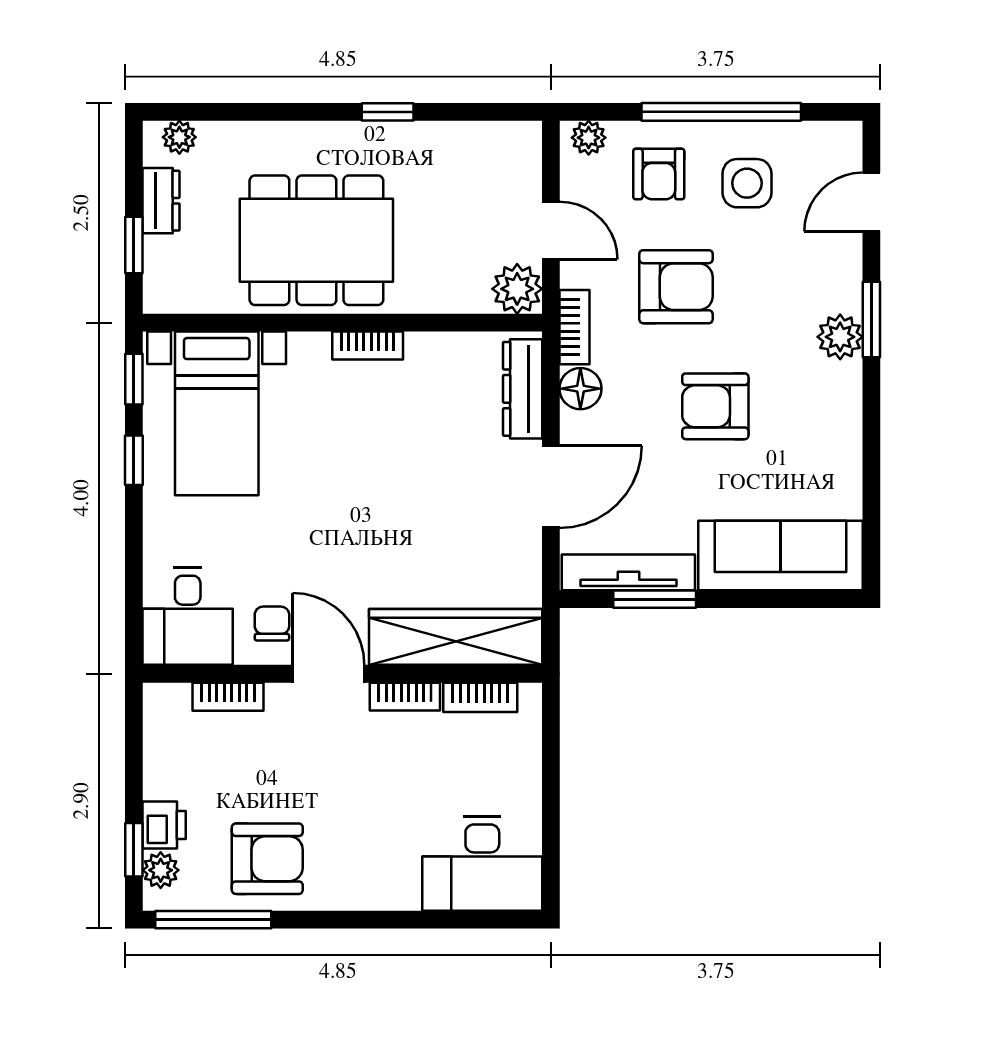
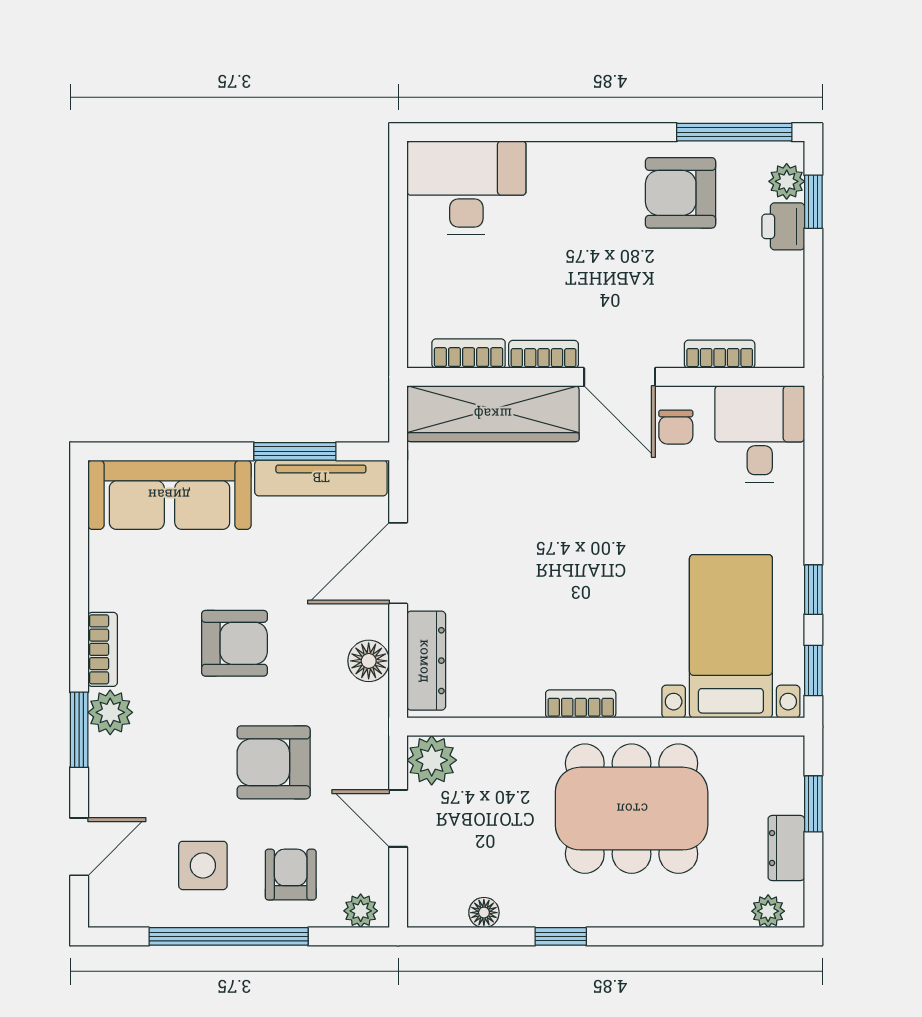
floor lamp: (465, 136) -> (484, 913), added
bookcase: (575, 327) -> (103, 649), moved, turned 180

